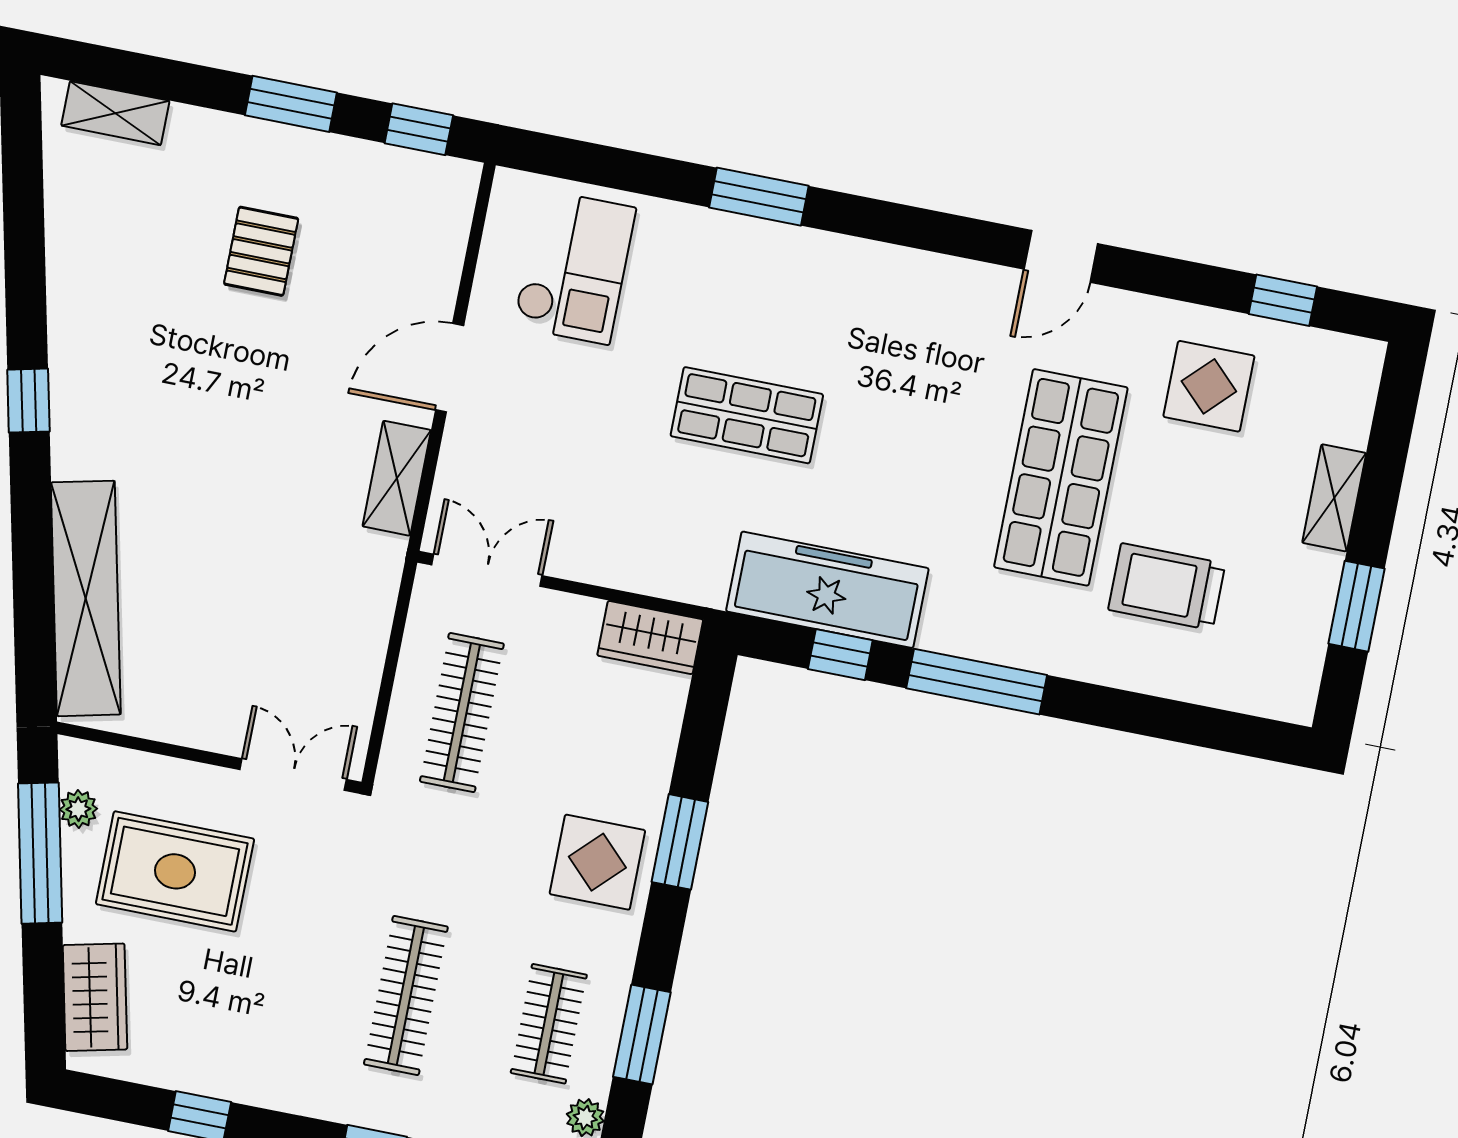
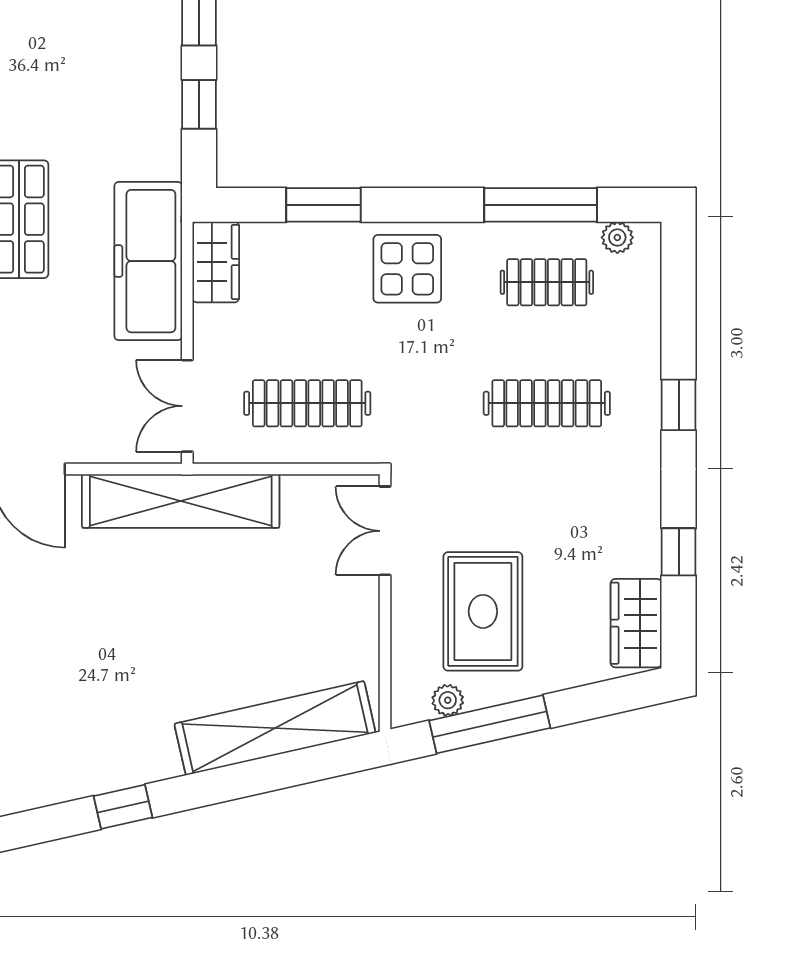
shelving: (397, 478) -> (181, 501), width x2.20, depth x1.33
freezer: (827, 590) -> (148, 261), moved
window: (680, 842) -> (323, 205), moved
wardrobe: (95, 997) -> (636, 623), moved, turned -77
window: (642, 1035) -> (541, 205), width x1.44

